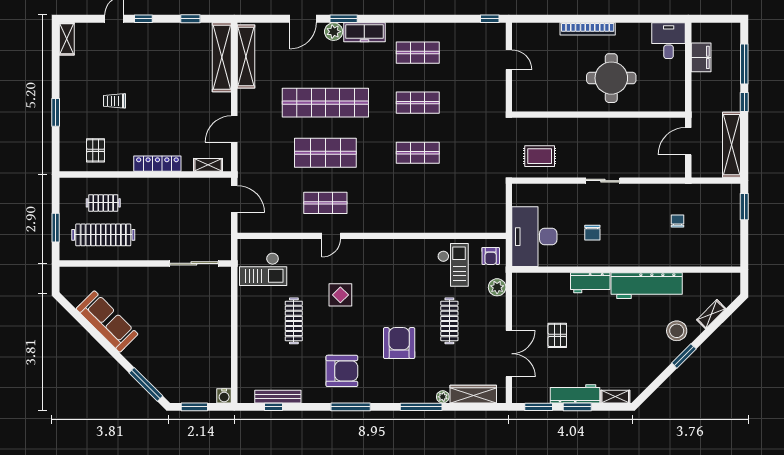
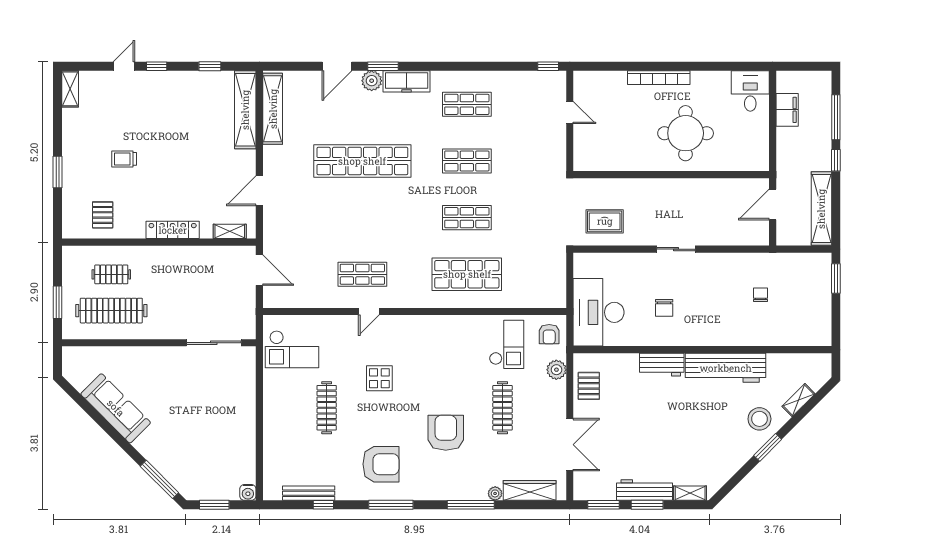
shop shelf: (325, 153) -> (467, 274), moved
pallet: (557, 335) -> (589, 386), moved
window: (273, 407) -> (323, 505), moved

